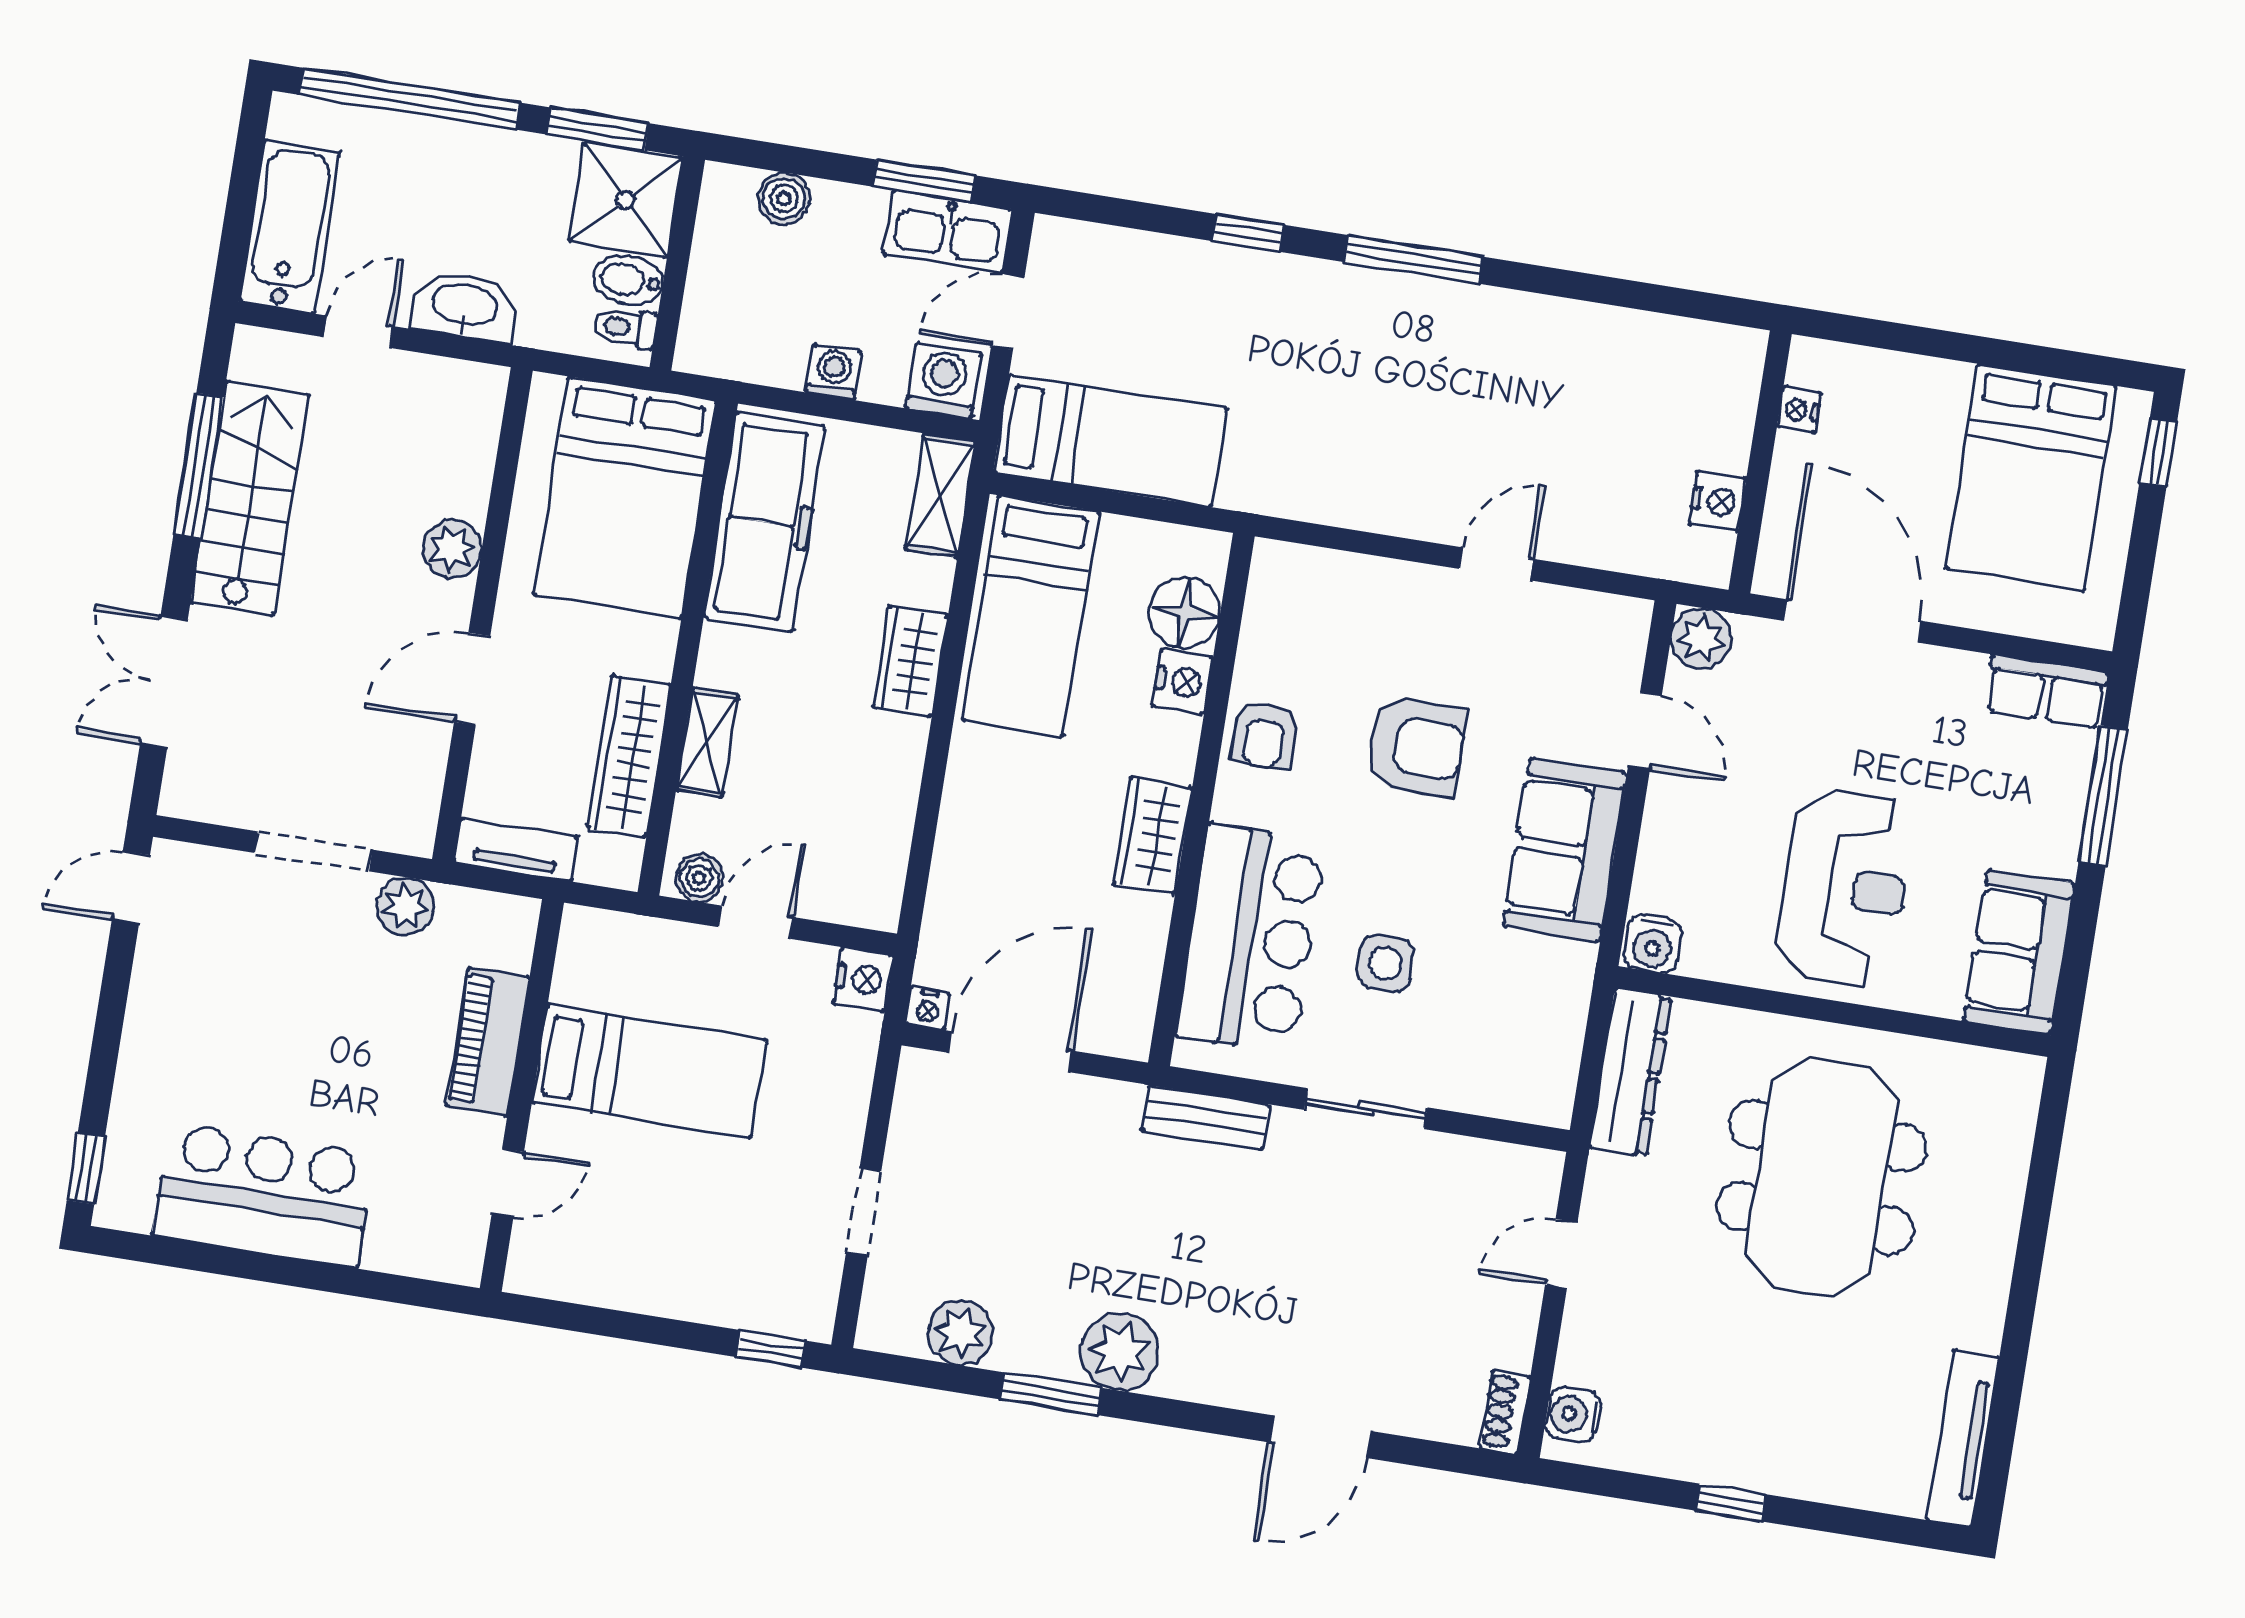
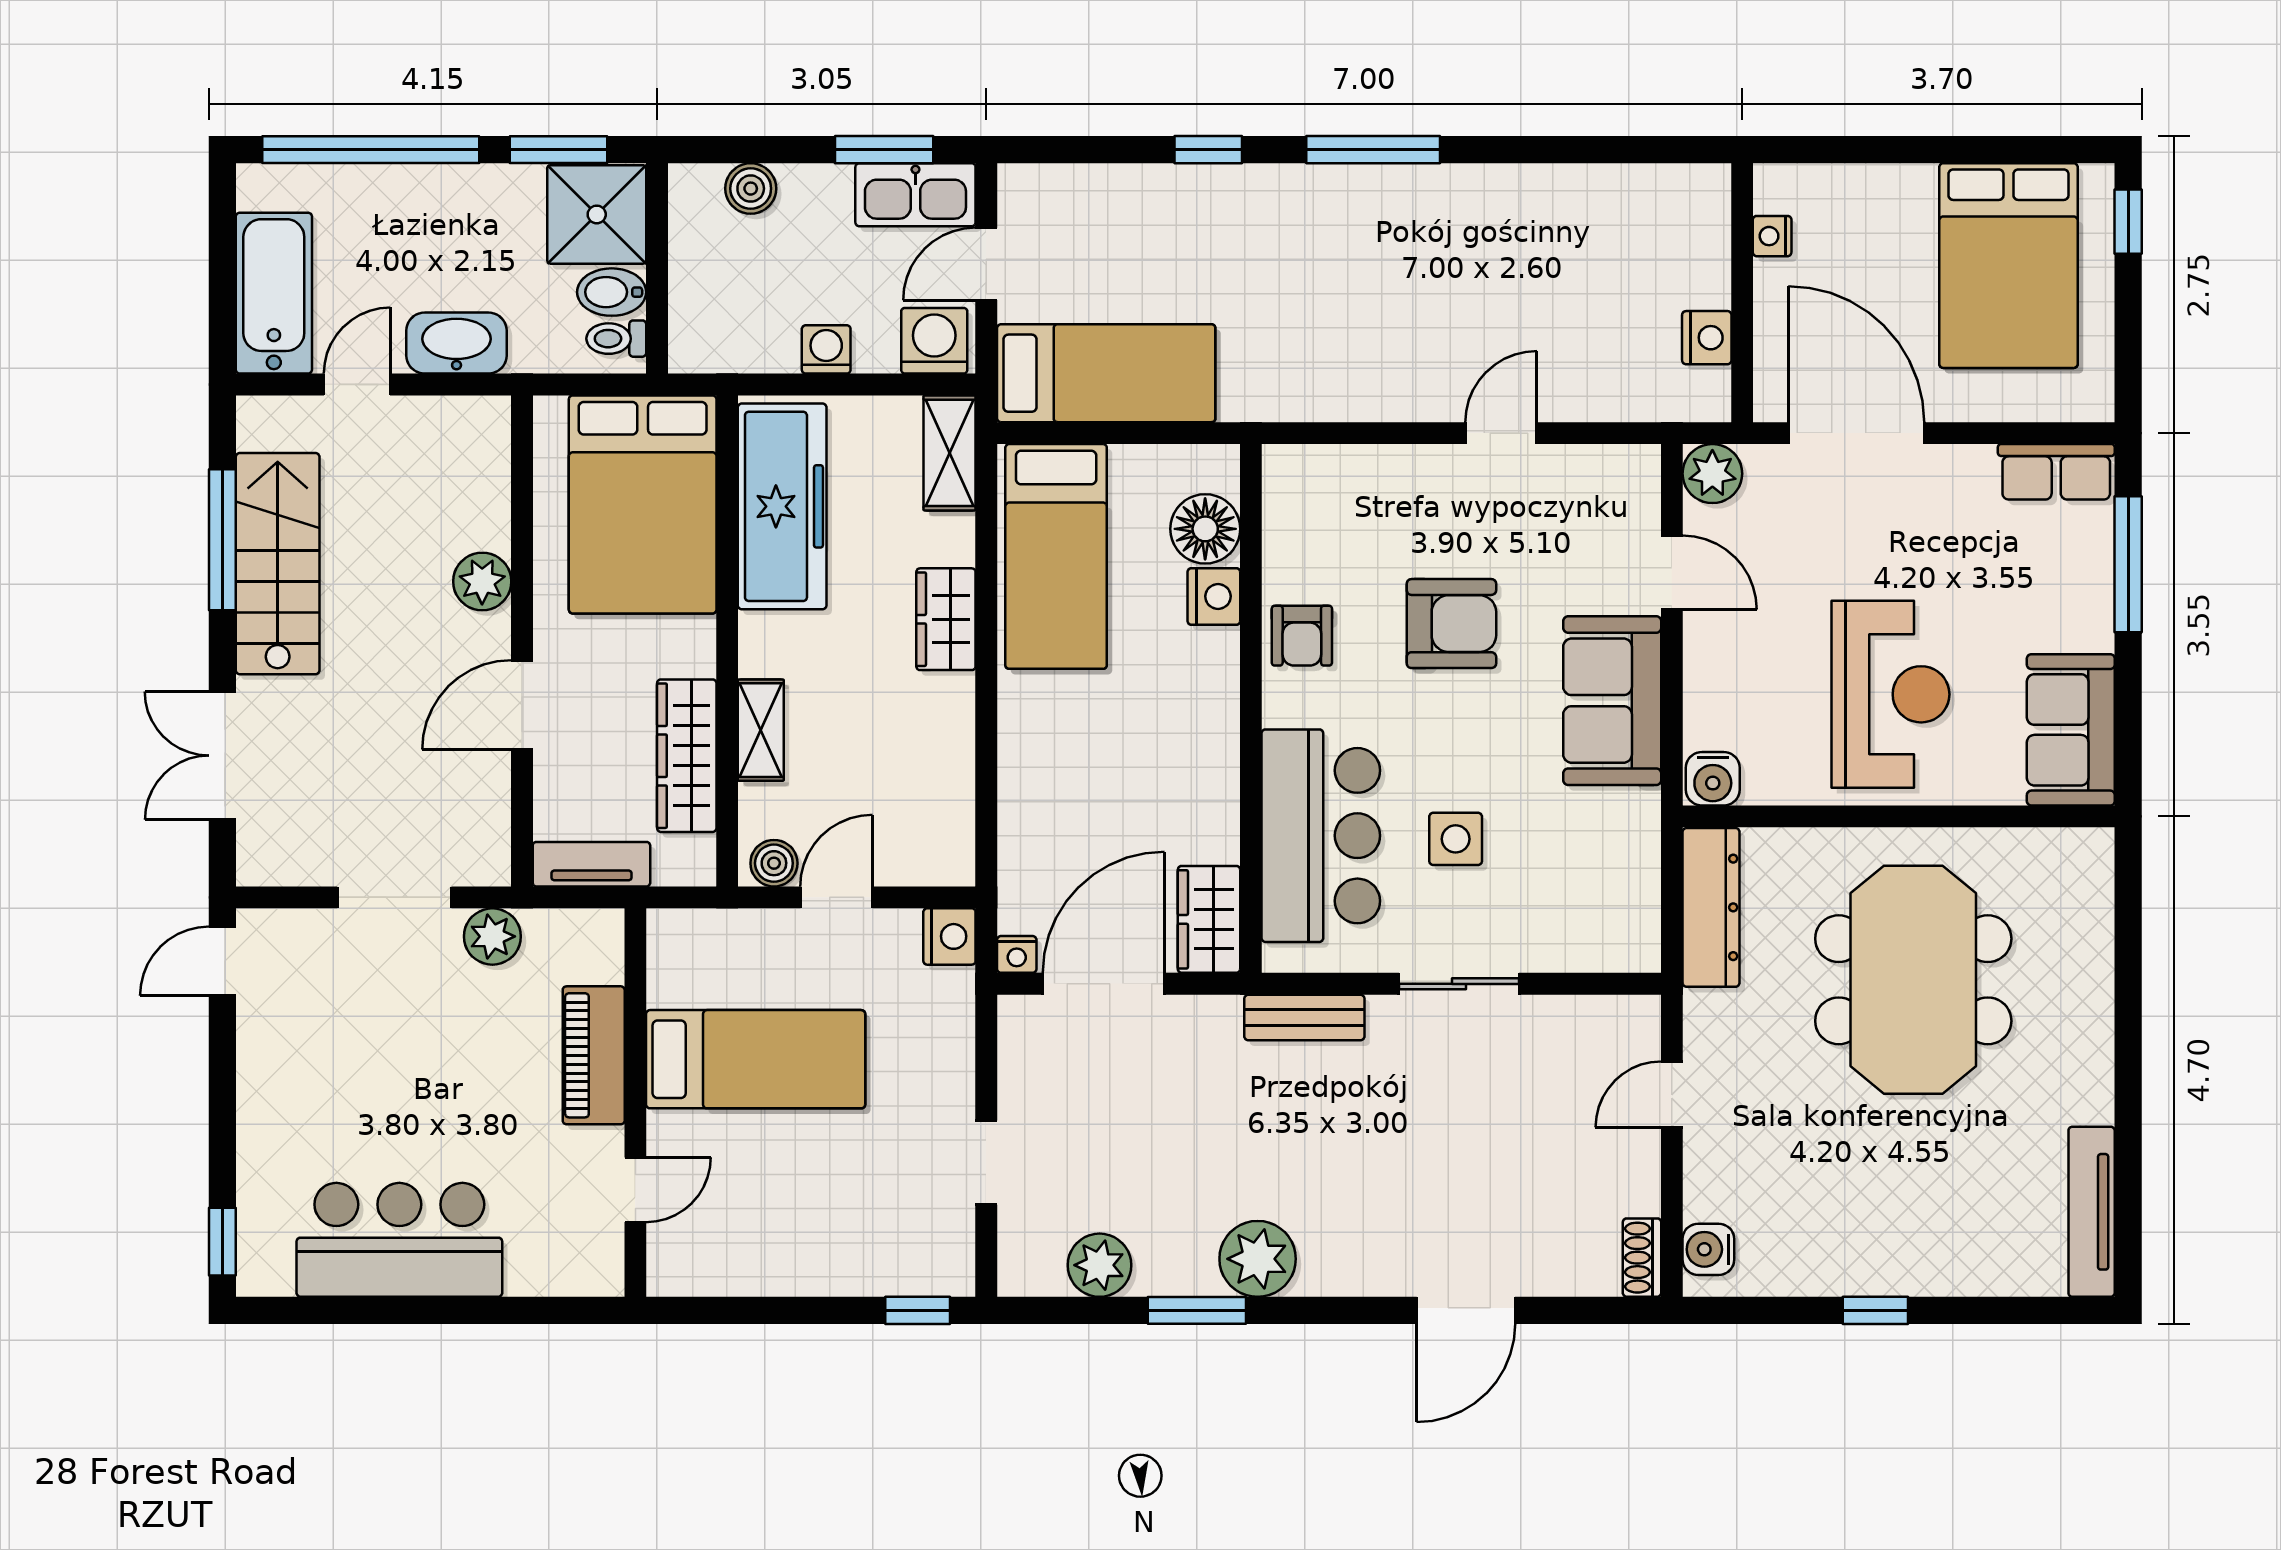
wardrobe: (1153, 835) -> (1209, 919), moved

